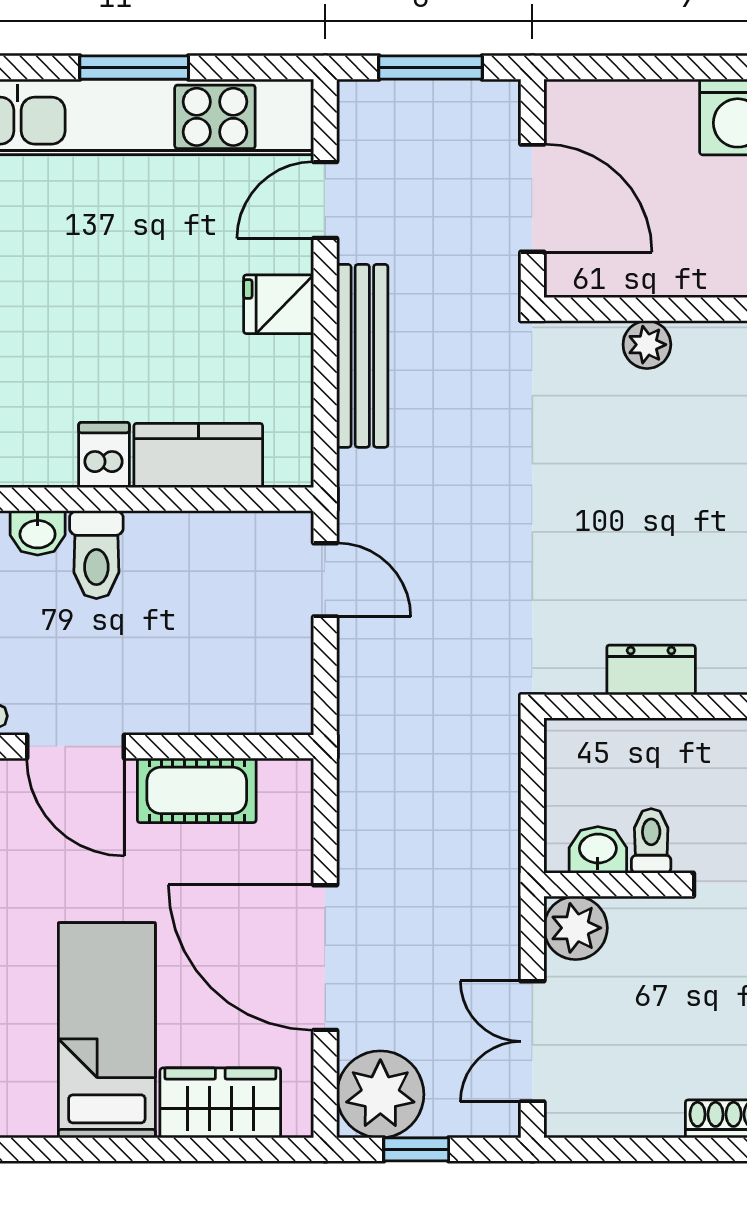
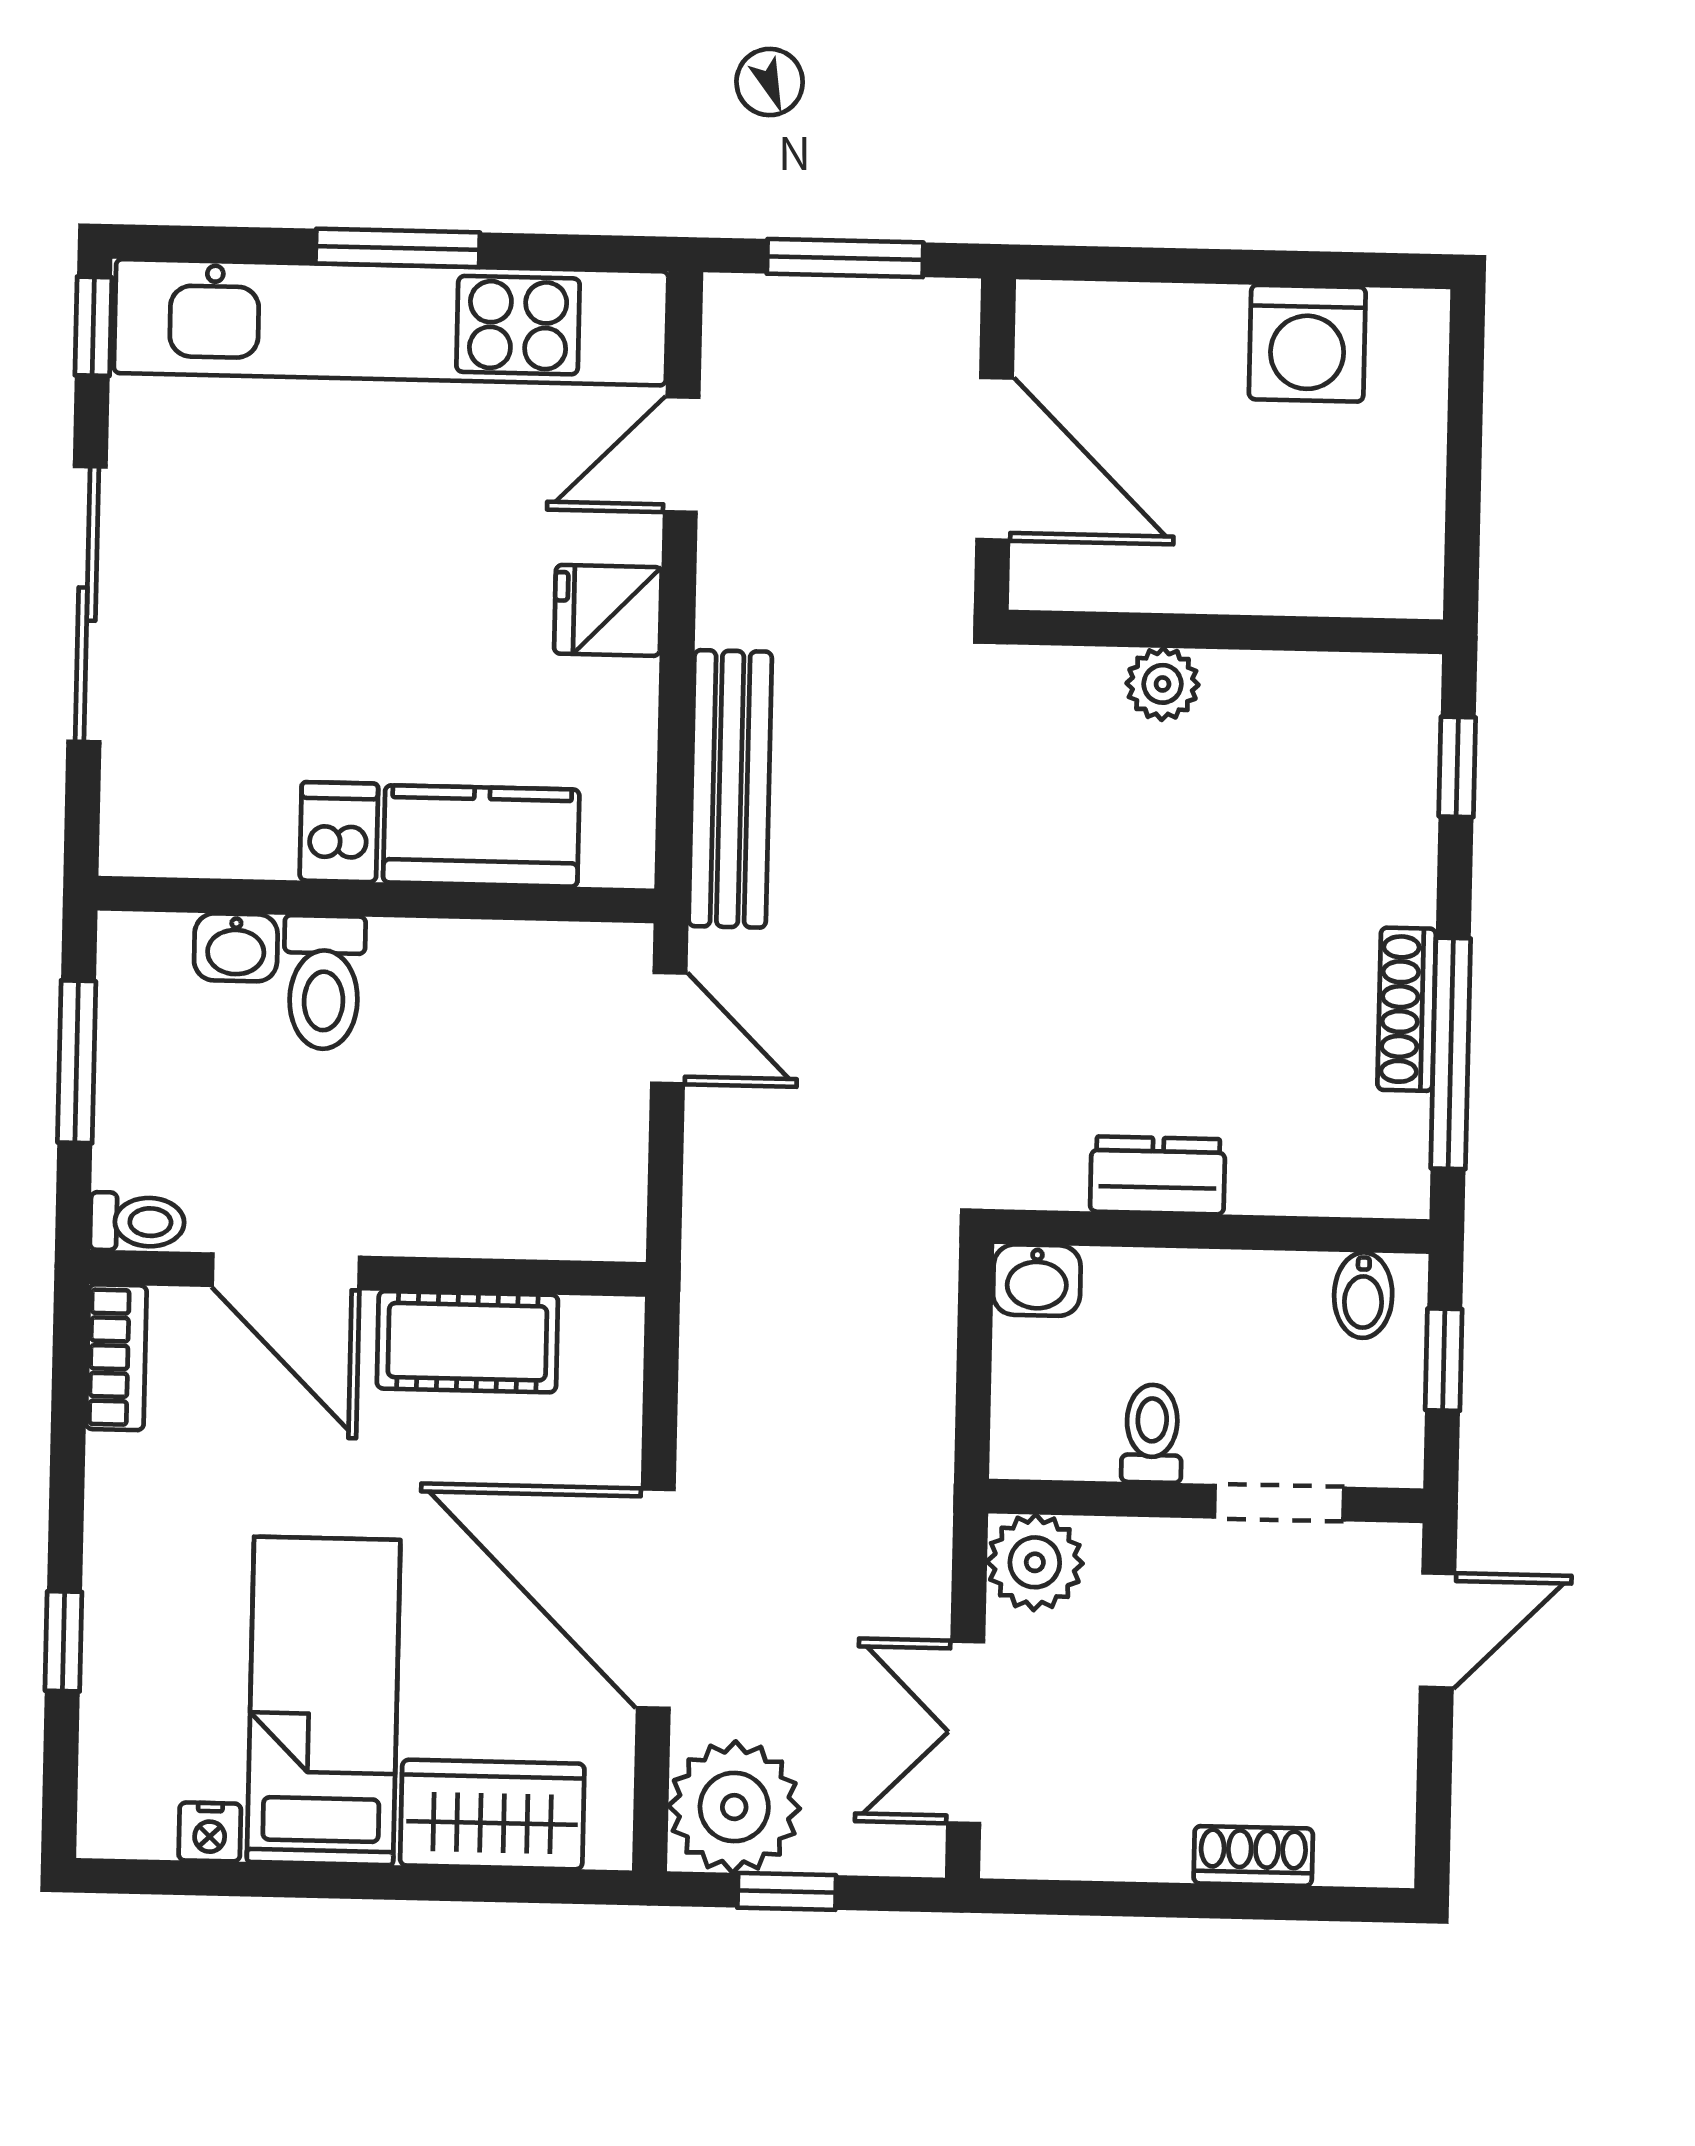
bench: (362, 356) -> (730, 789), moved
washbasin: (598, 850) -> (1037, 1280), moved, turned 180
nightstand: (34, 1119) -> (210, 1832), added

